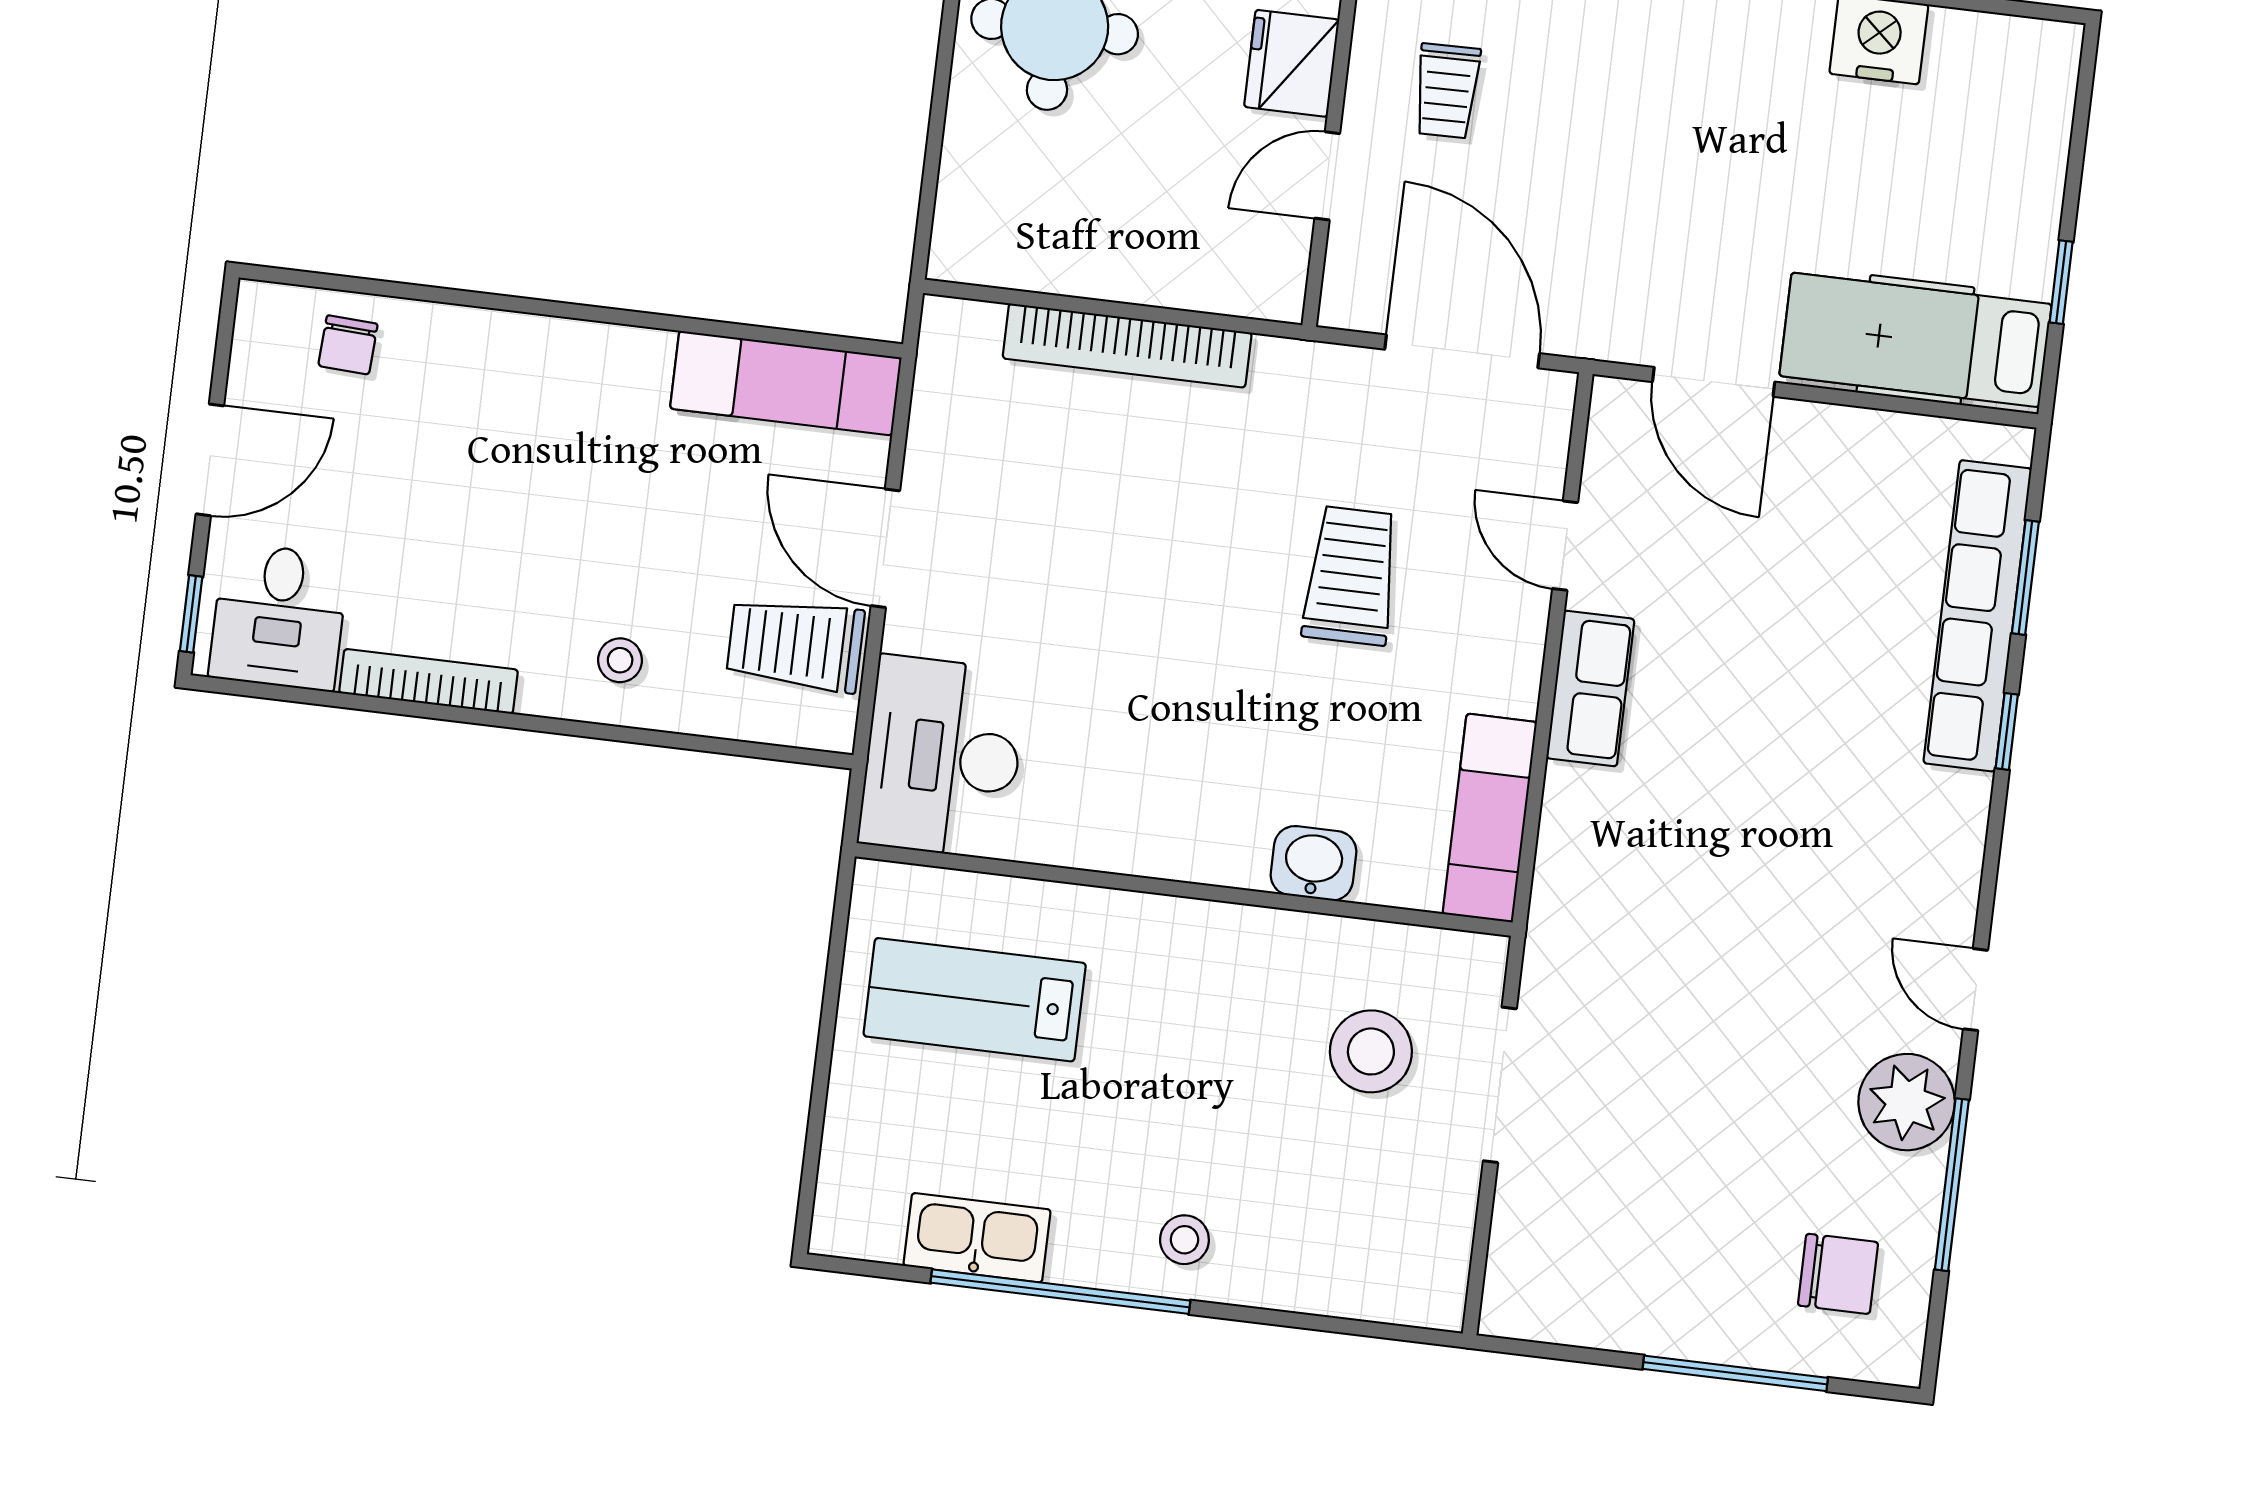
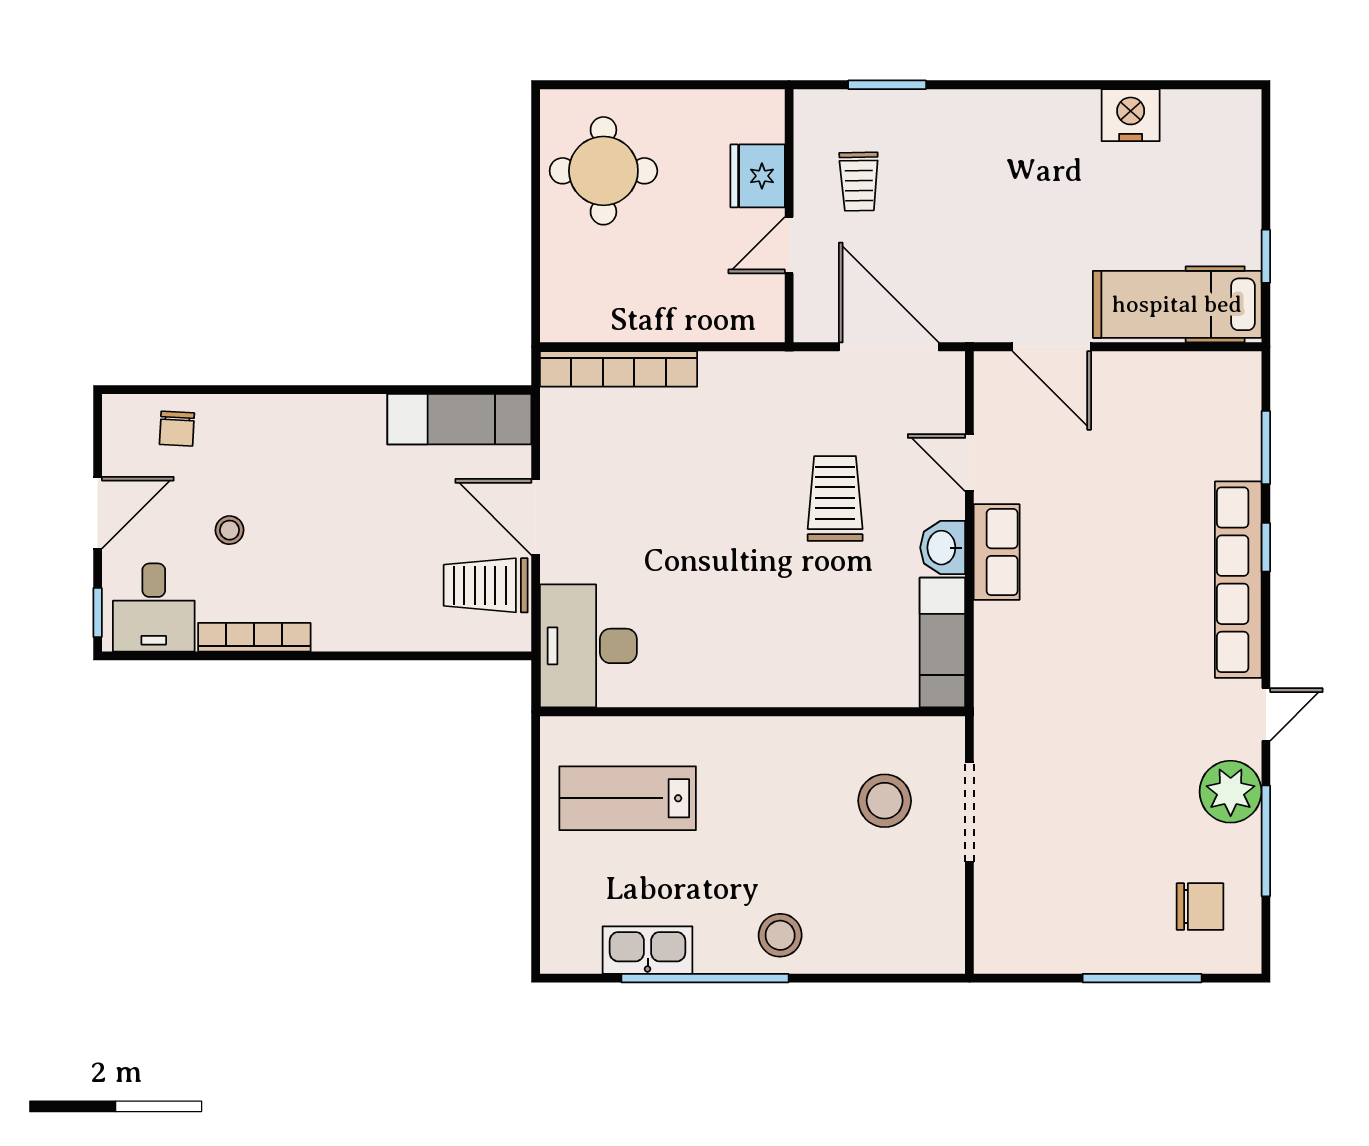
bookcase: (1127, 346) -> (619, 369), moved
row of seats: (1978, 616) -> (1238, 580), moved
stool: (620, 660) -> (230, 530), moved
washbasin: (1313, 863) -> (943, 548), moved, turned -90
door: (1975, 990) -> (1266, 714), swing flipped
stool: (1184, 1240) -> (780, 935), width x1.37, depth x1.37

